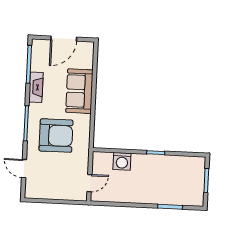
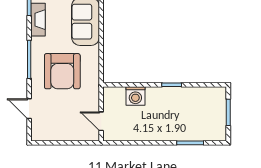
armchair: (56, 136) -> (62, 71), turned 90
door: (89, 183) -> (101, 121), swing flipped

